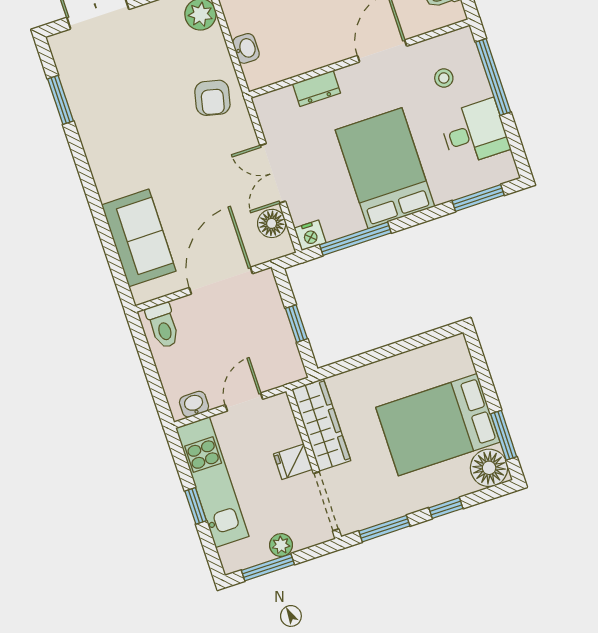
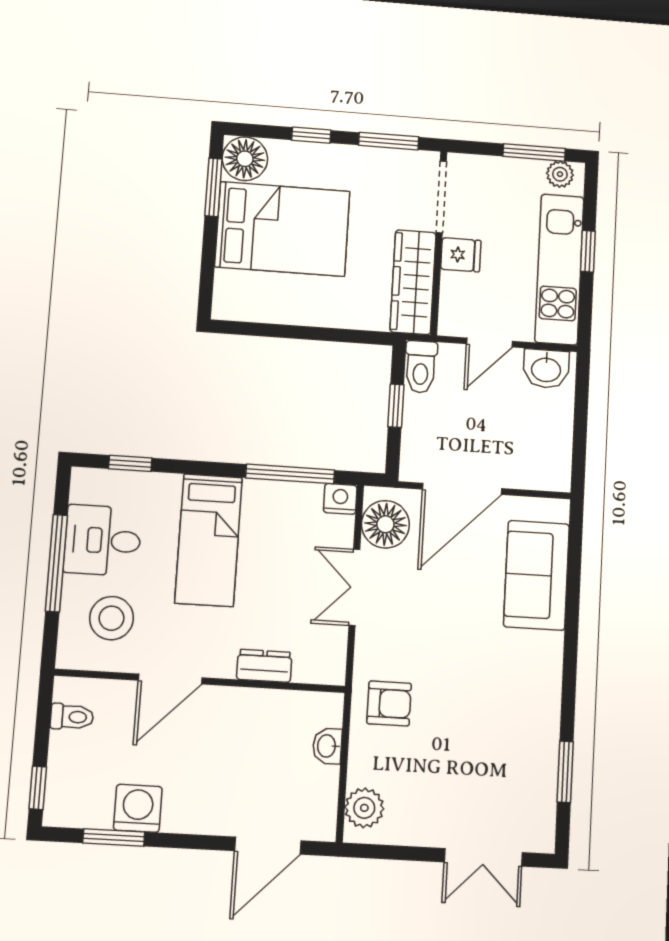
window: (493, 77) -> (56, 563), moved
stool: (444, 78) -> (111, 618), width x1.89, depth x1.89
armchair: (212, 98) -> (389, 703), turned 77
bed: (385, 168) -> (209, 540), width x0.67
double door: (273, 173) -> (354, 587), swing flipped
window: (478, 198) -> (130, 463), width x0.67
floor lamp: (272, 223) -> (385, 524), width x1.38, depth x1.38
toilet: (163, 326) -> (421, 367), moved, turned 180
washbasin: (194, 404) -> (546, 369), width x1.38, depth x1.45
plant: (281, 545) -> (560, 174), moved

